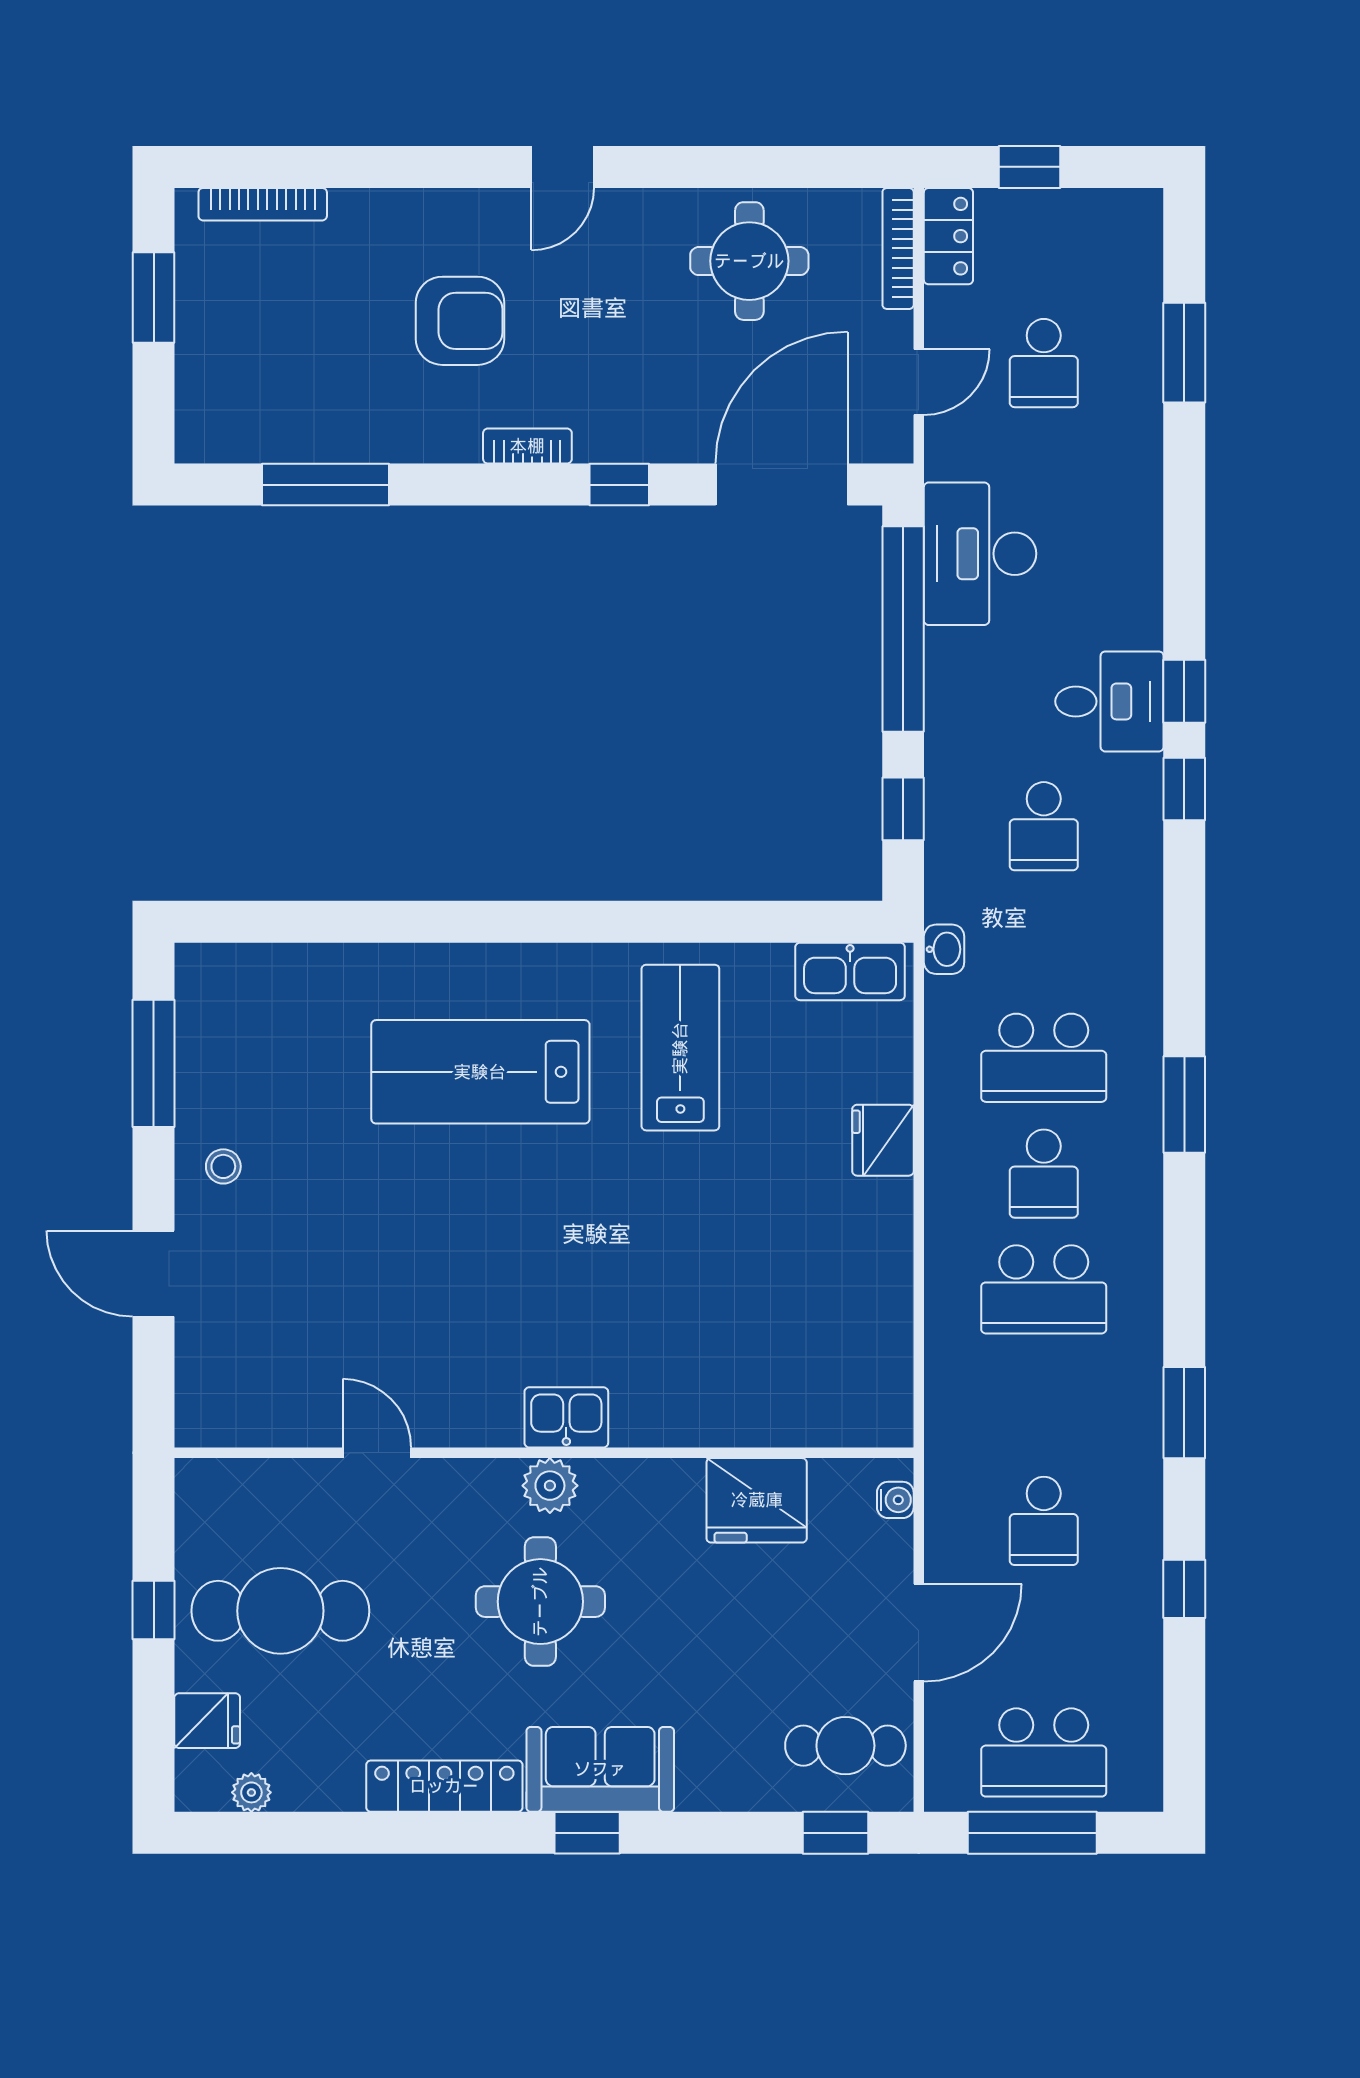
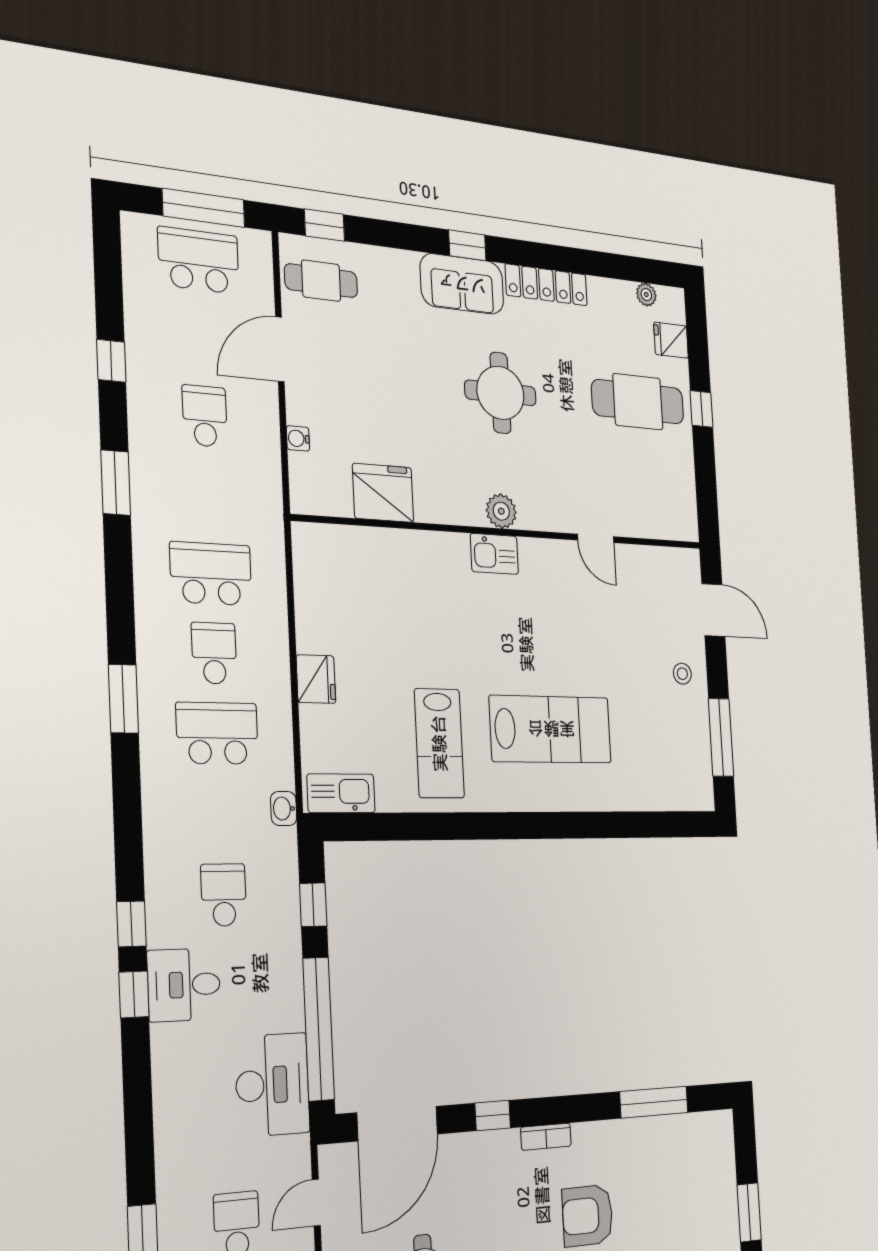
kitchen sink: (566, 1417) -> (494, 554), moved
door: (377, 1453) -> (596, 538), moved
wall: (544, 1453) -> (506, 532), moved
plant: (550, 1486) -> (501, 511), moved
fridge: (757, 1500) -> (383, 493), moved

